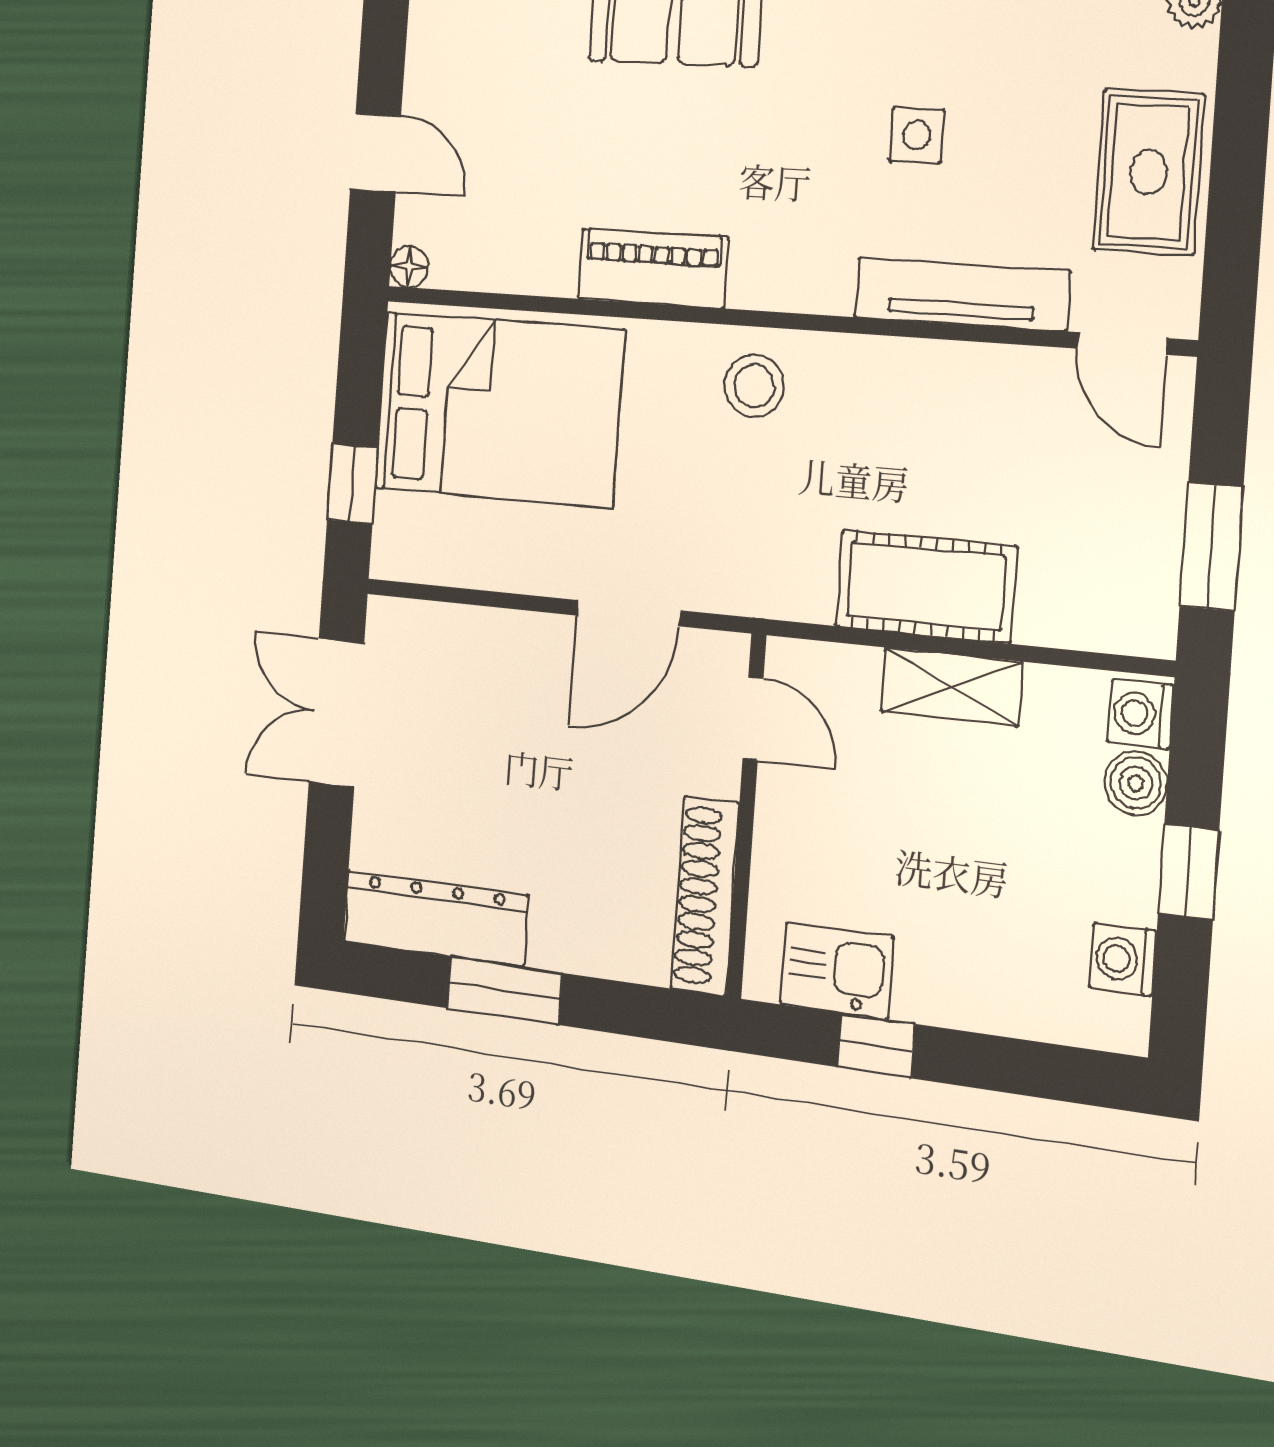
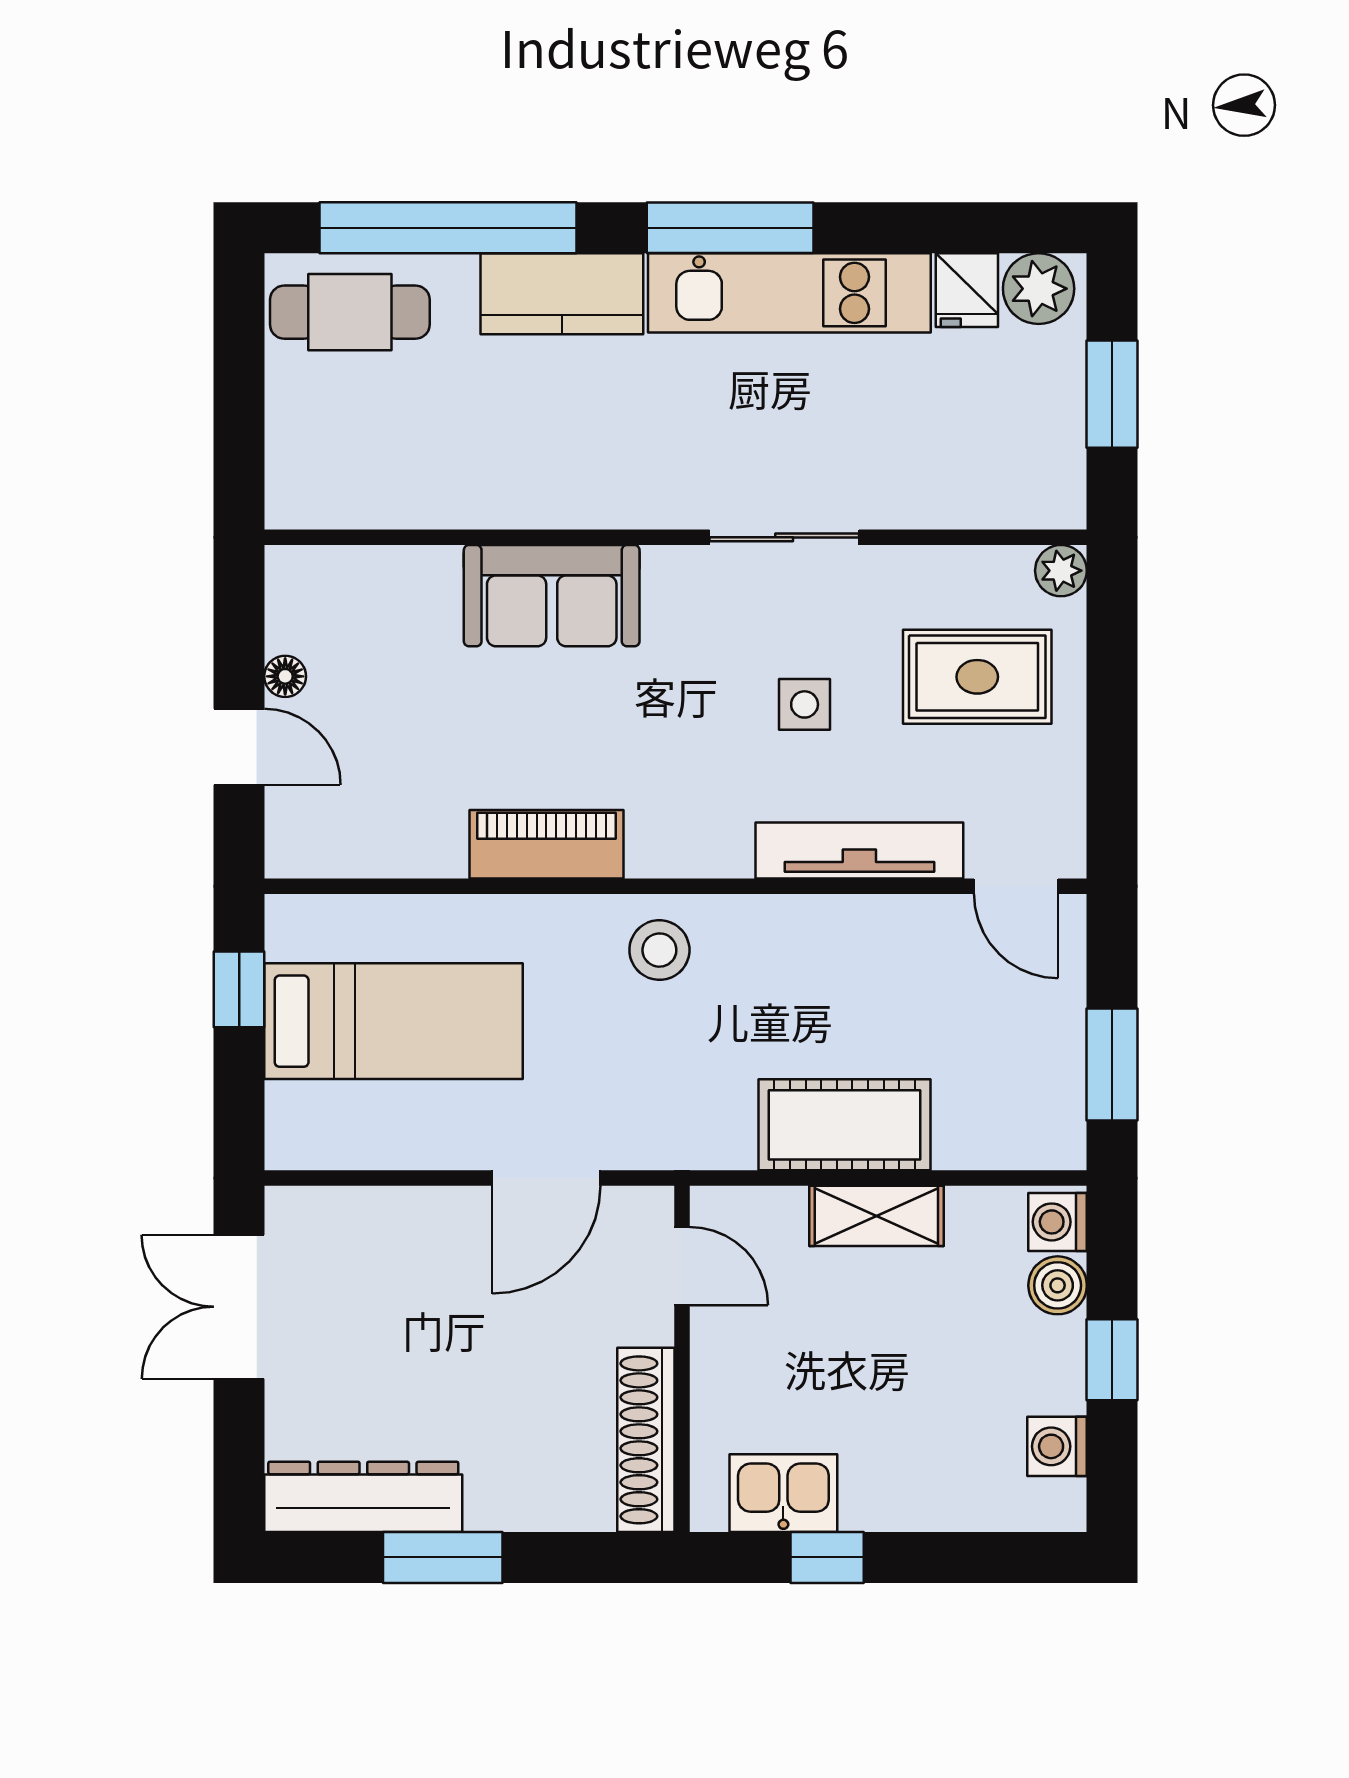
rug: (1148, 172) -> (977, 677), moved, turned 90
floor lamp: (409, 267) -> (285, 676), moved
bed: (499, 409) -> (393, 1021), width x0.67
window: (352, 484) -> (239, 989), moved

